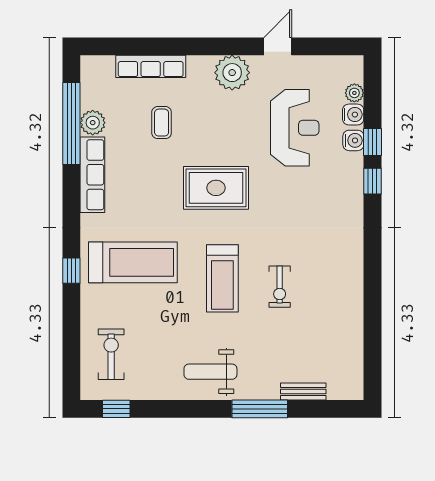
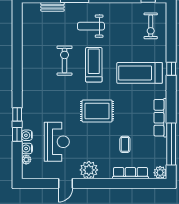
plant: (93, 123) -> (160, 173), moved
reception desk: (295, 128) -> (57, 142), turned 180
exercise bike: (280, 287) -> (65, 61), width x1.38, depth x1.39
weight bench: (210, 372) -> (91, 26), moved, turned 180

